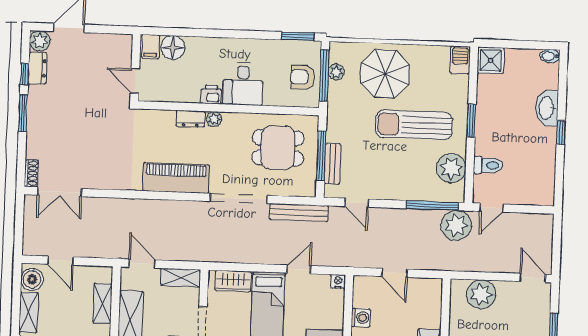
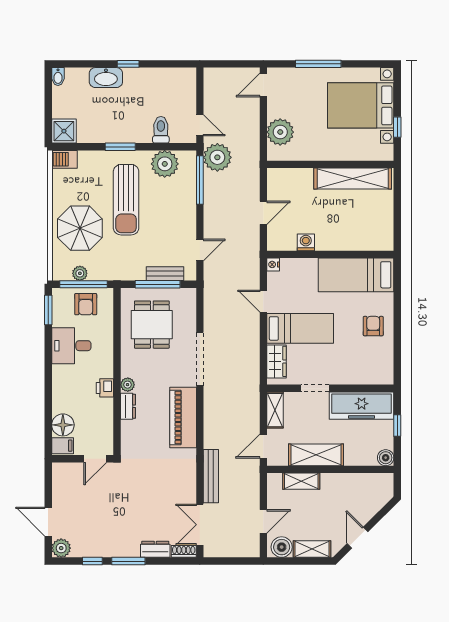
dresser: (37, 68) -> (155, 549), moved
desk: (243, 84) -> (71, 346), moved, turned 180
double door: (60, 192) -> (200, 525), swing flipped
bench: (299, 213) -> (211, 476), moved

